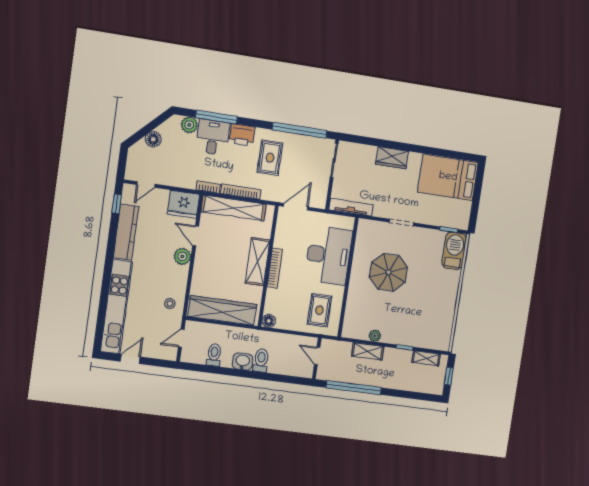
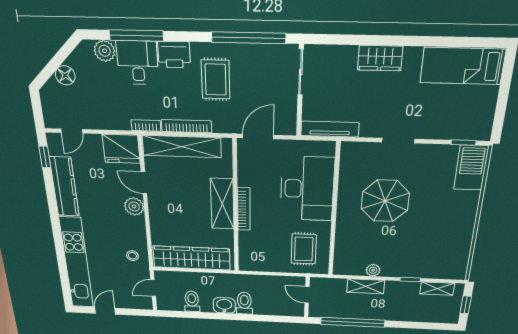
bed: (448, 177) -> (463, 66), width x0.67
floor lamp: (269, 321) -> (246, 264), removed

